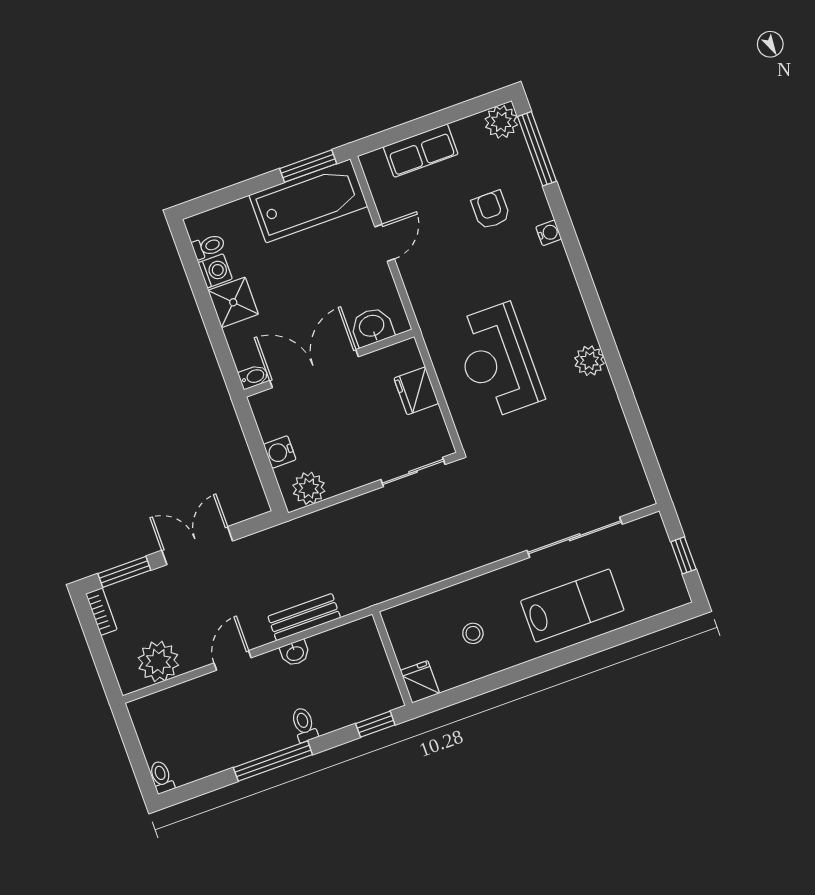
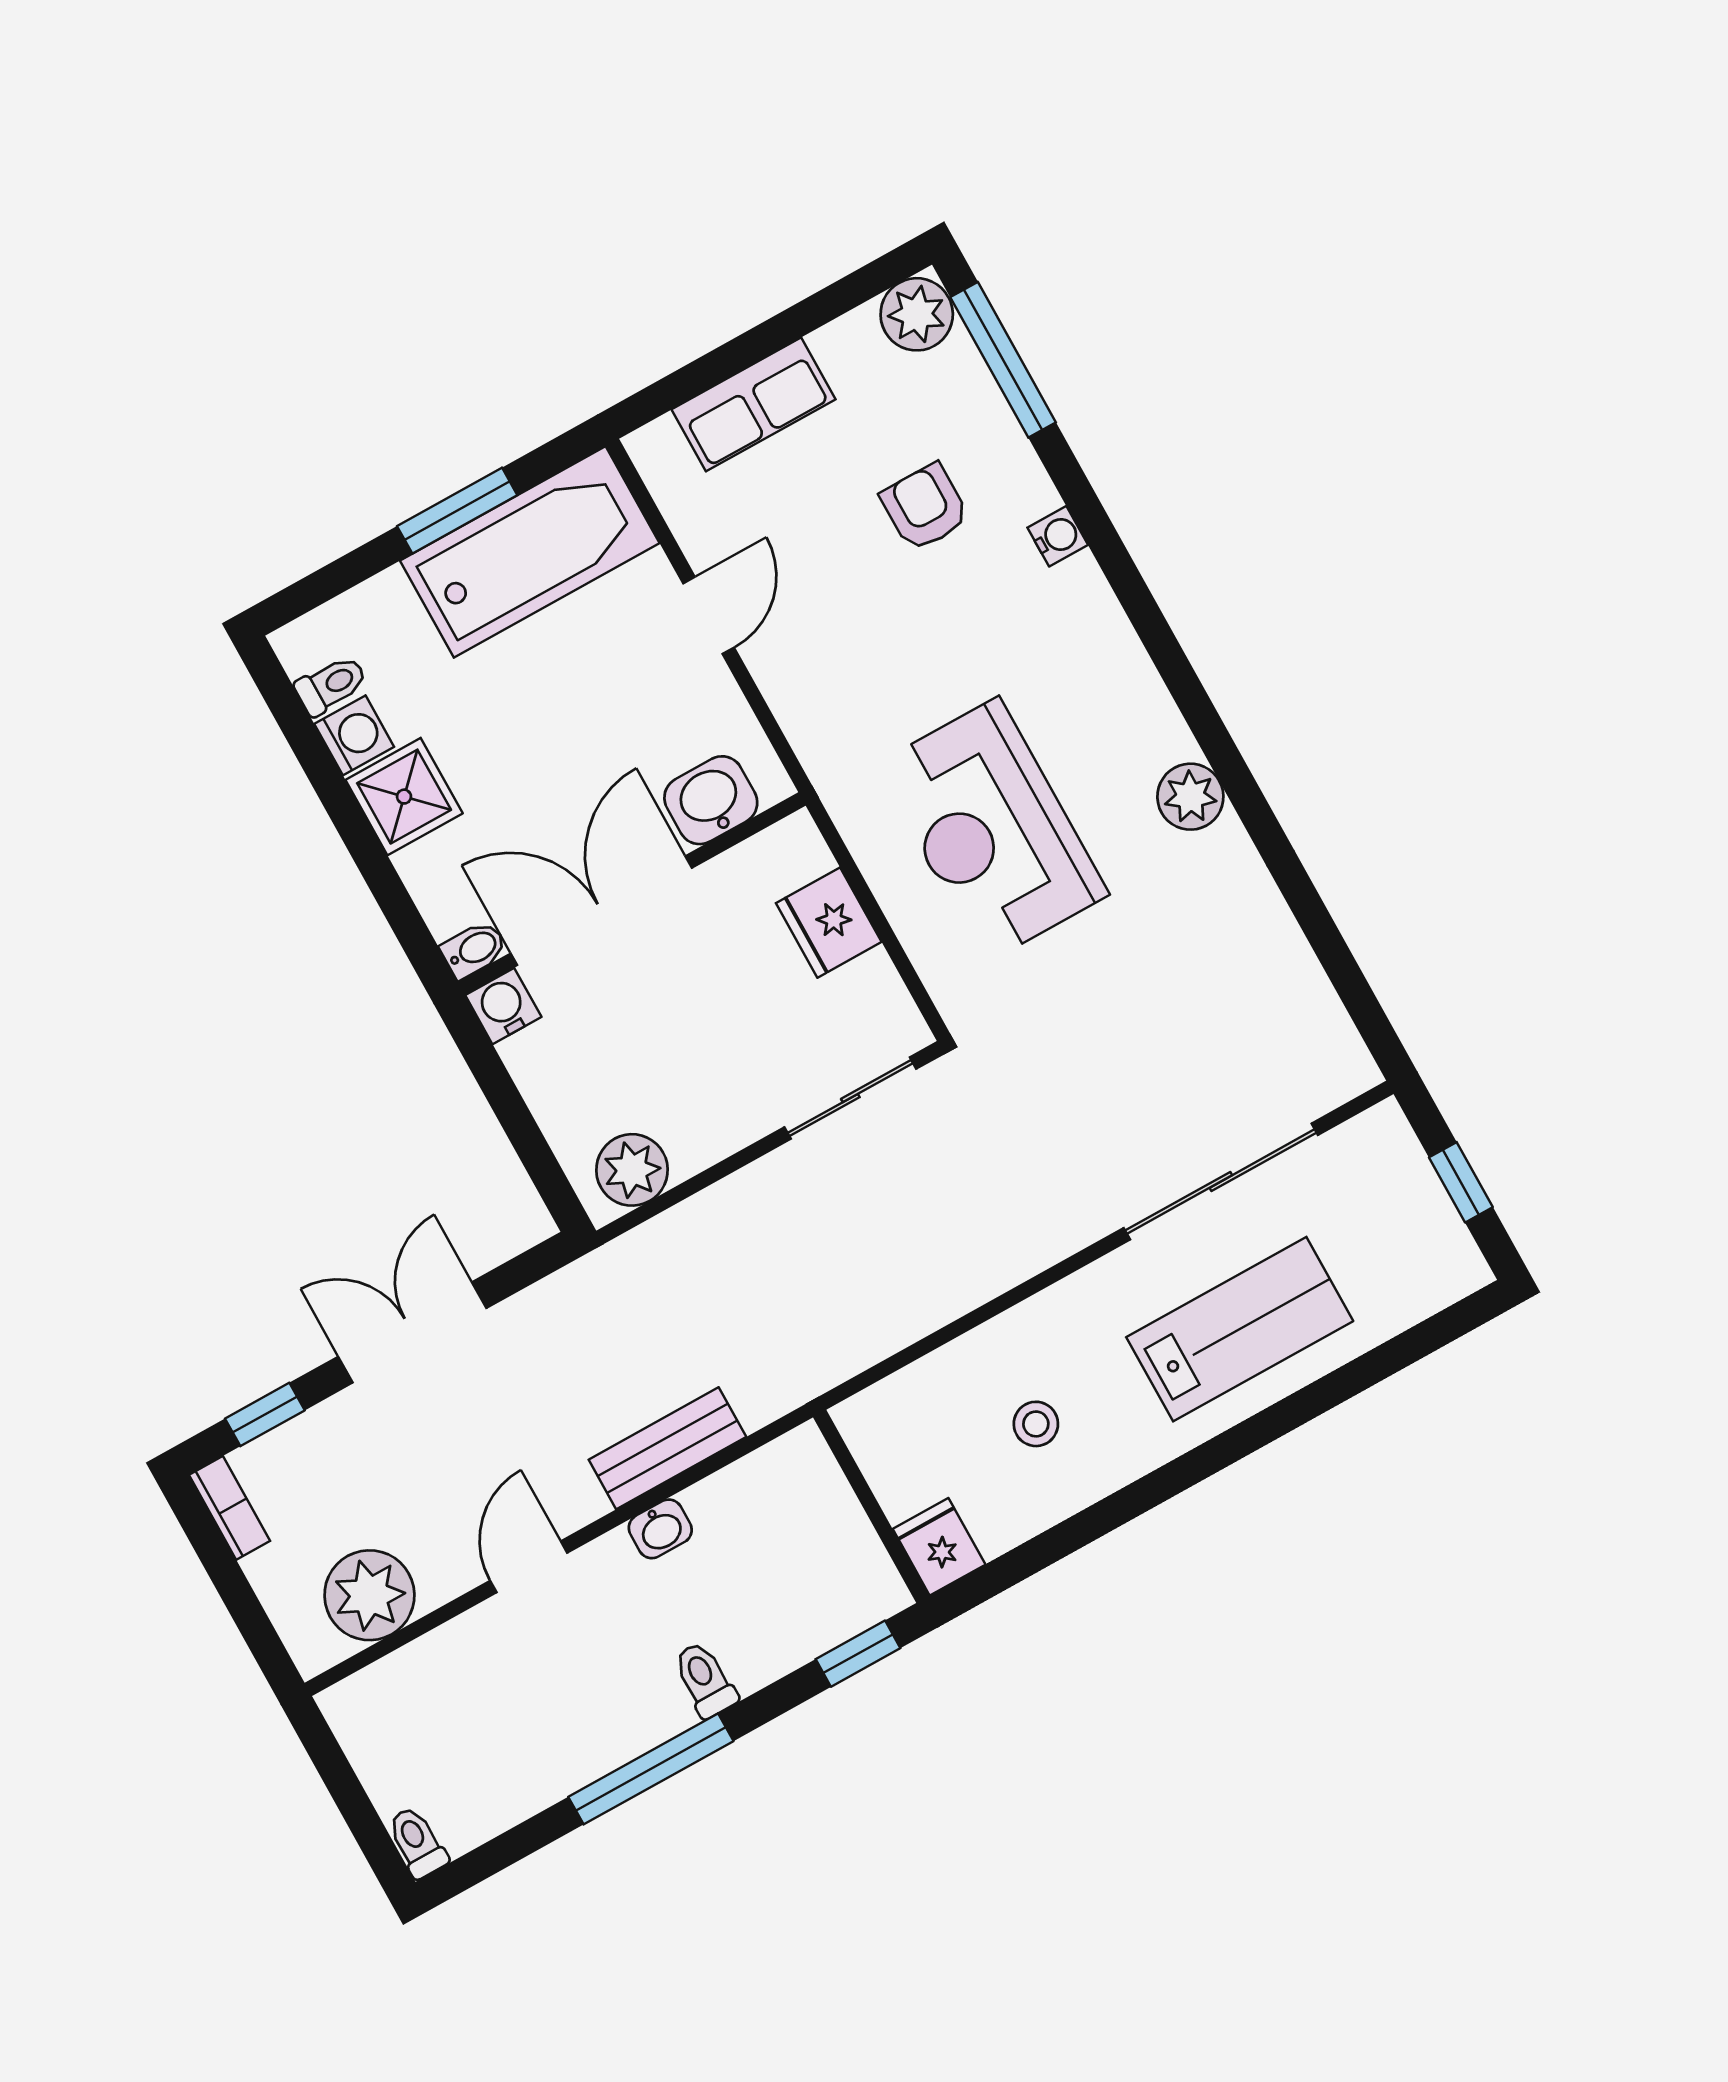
window: (308, 166) -> (457, 511), moved
water cooler: (280, 452) -> (503, 1006), moved, turned 90
window: (124, 572) -> (265, 1414), width x0.67

